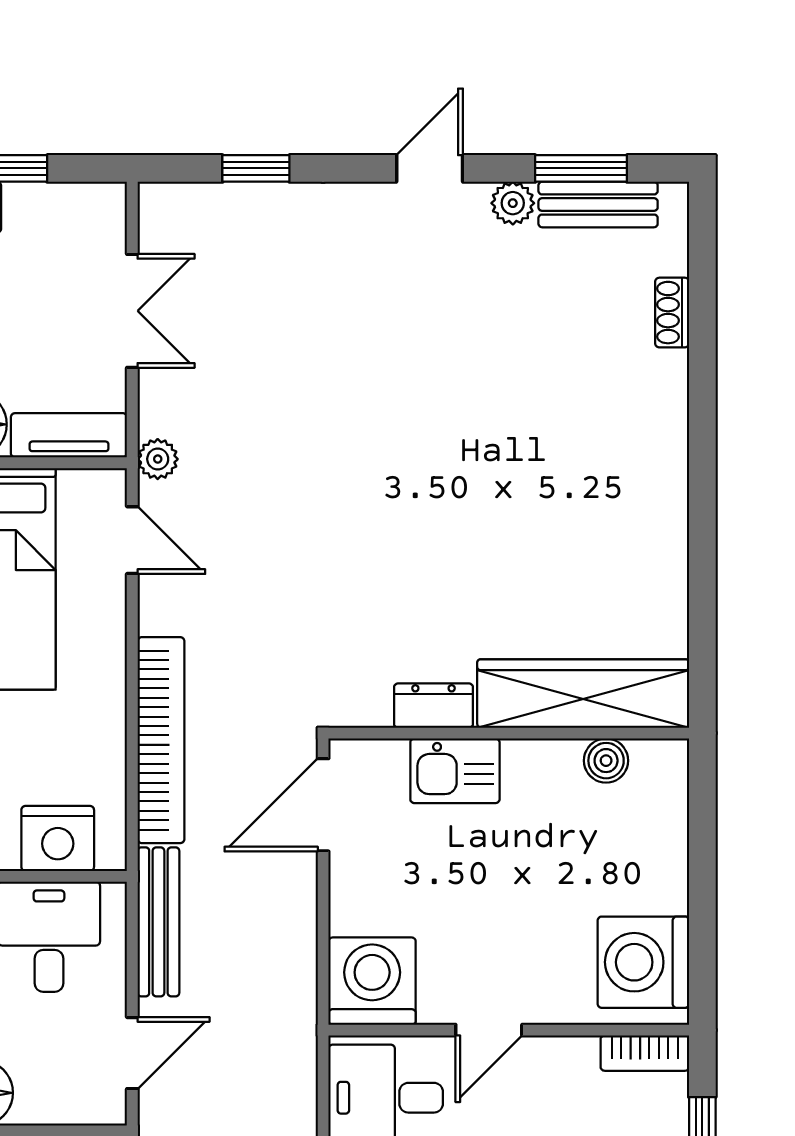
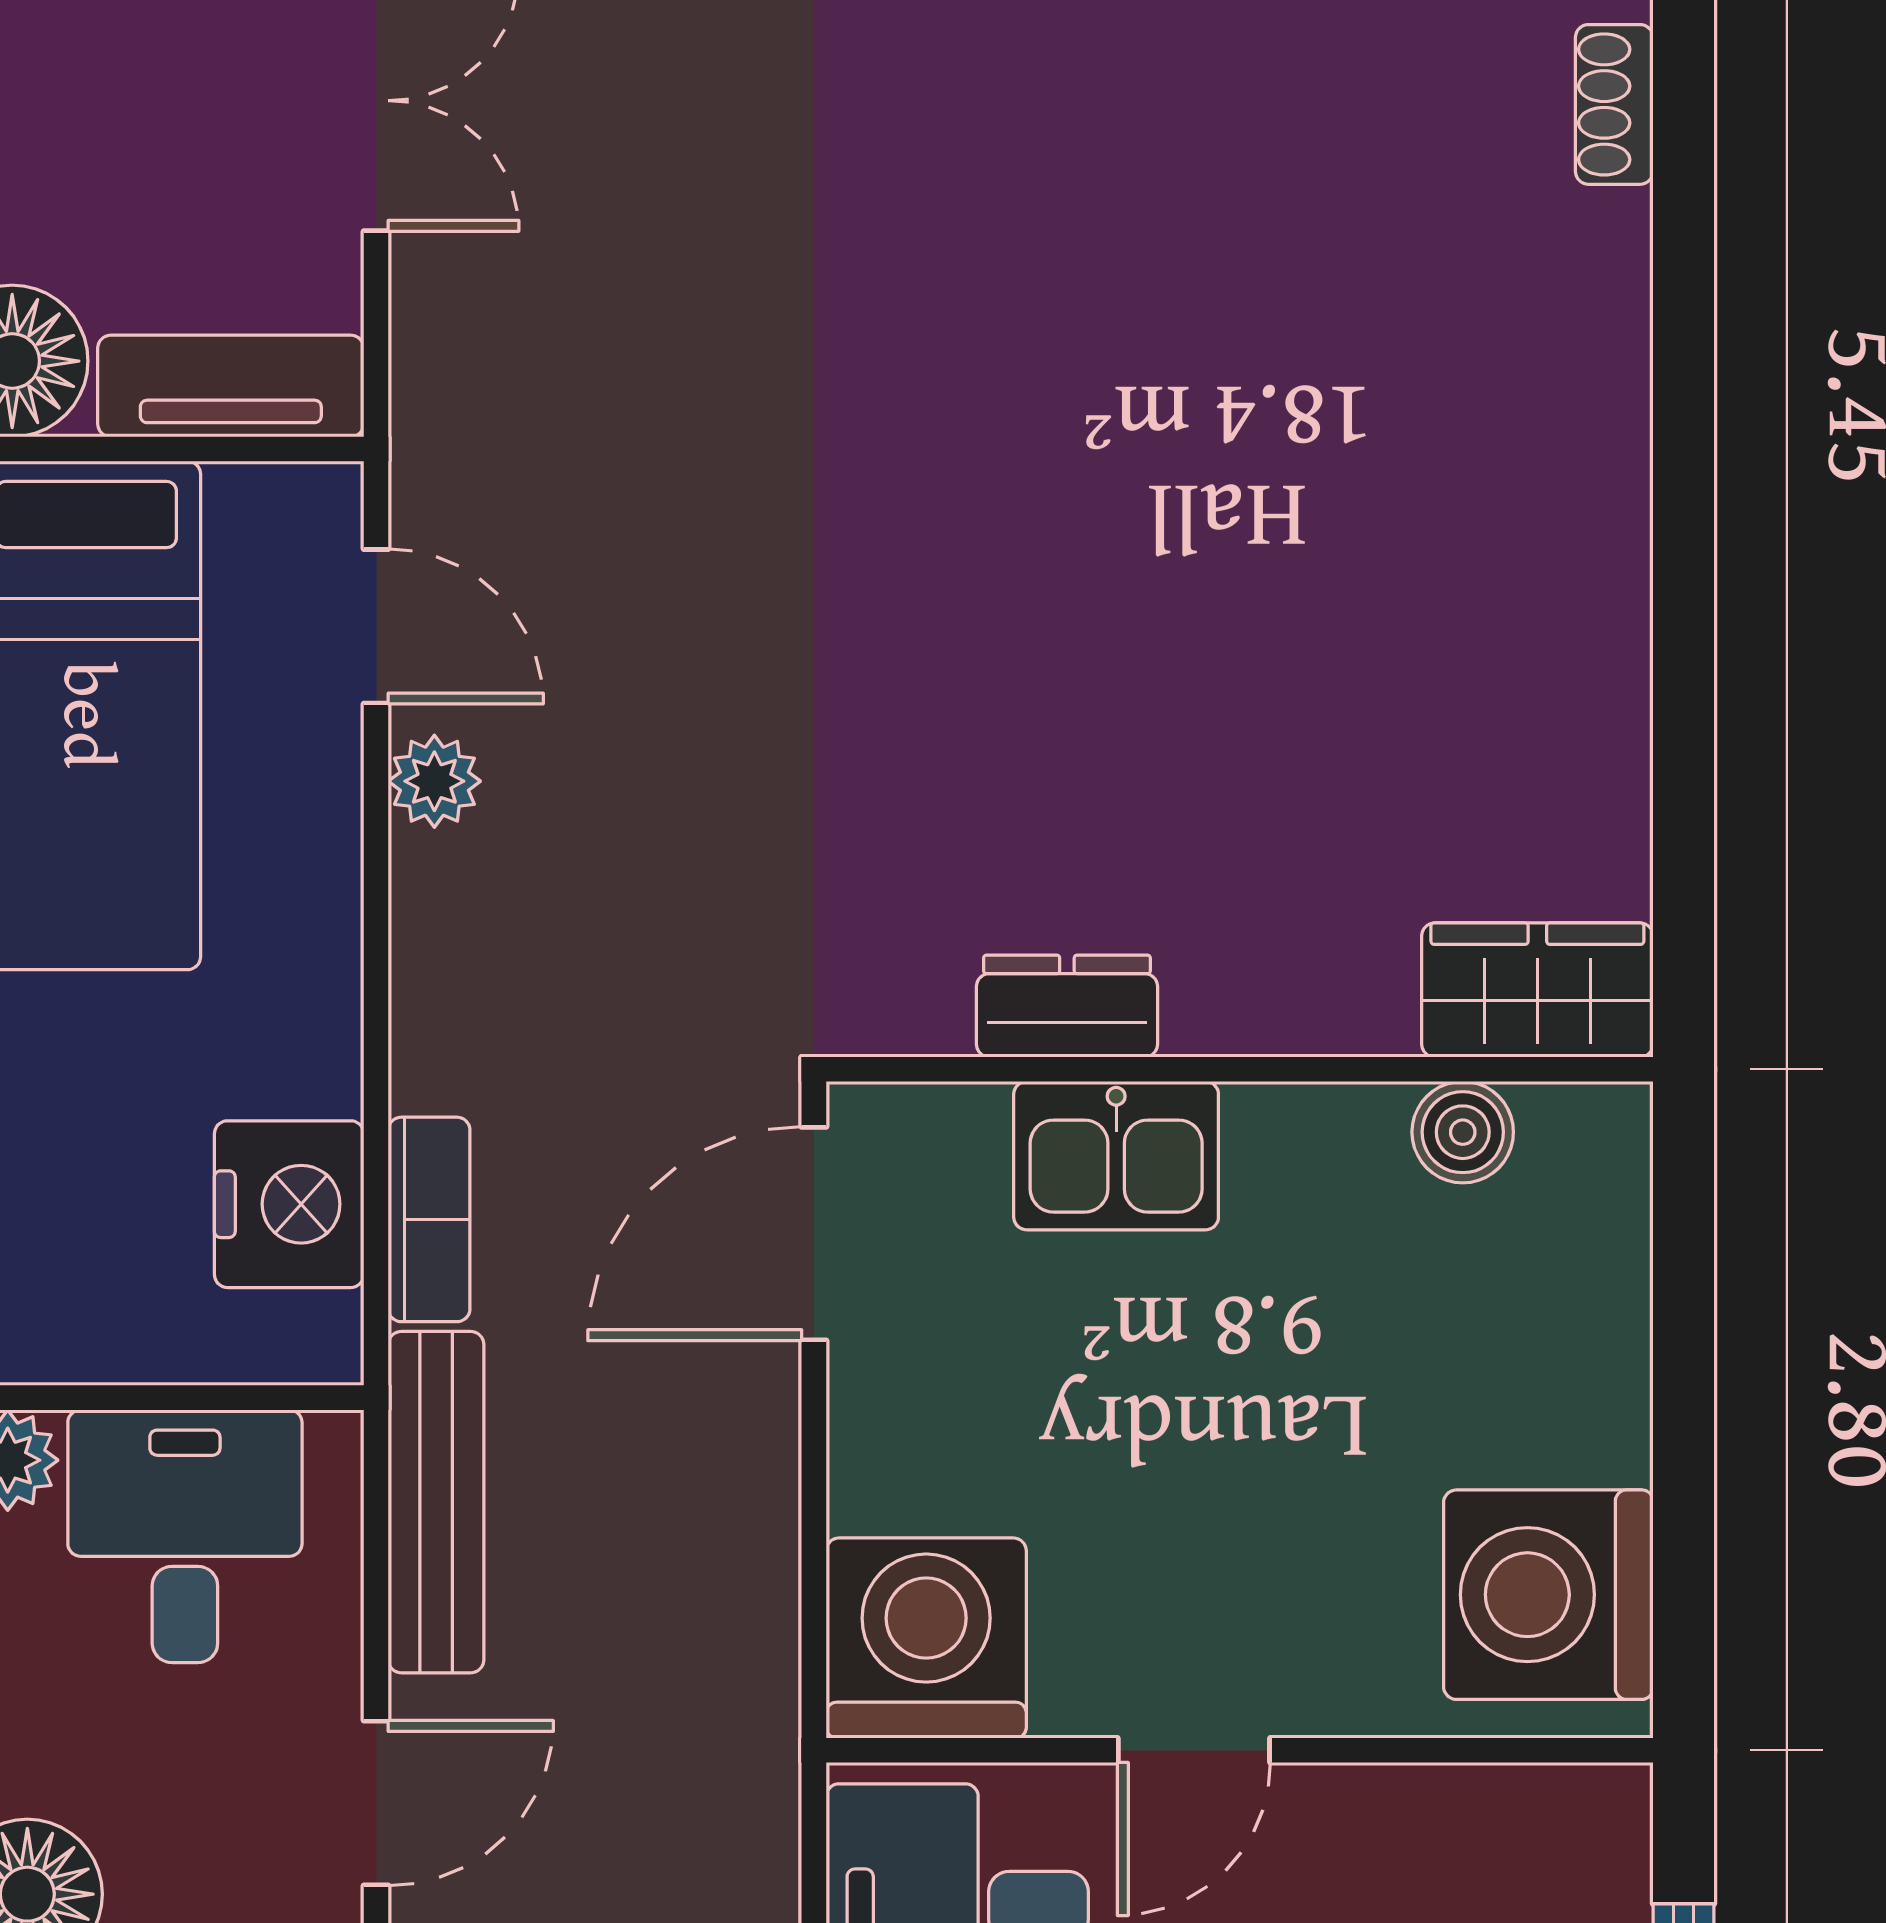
plant: (158, 459) -> (434, 781), moved
wardrobe: (583, 694) -> (1537, 990), width x0.48, depth x0.85
bookcase: (161, 740) -> (429, 1219), width x0.43, depth x0.76
nightstand: (58, 838) -> (289, 1204), moved, turned -90
bookcase: (645, 1053) -> (1552, 1803), removed

